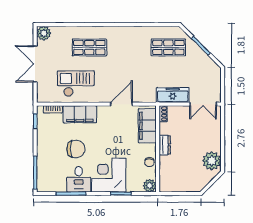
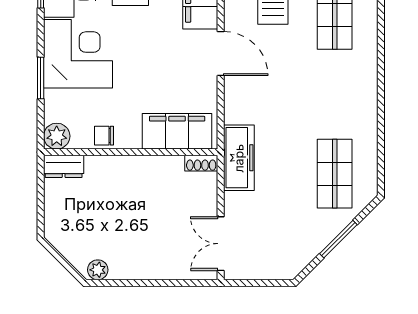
freezer: (173, 95) -> (239, 158), moved
door: (121, 104) -> (221, 54), moved
dresser: (165, 145) -> (64, 166), moved
plant: (212, 161) -> (98, 270), width x0.53, depth x0.53

